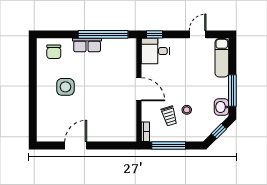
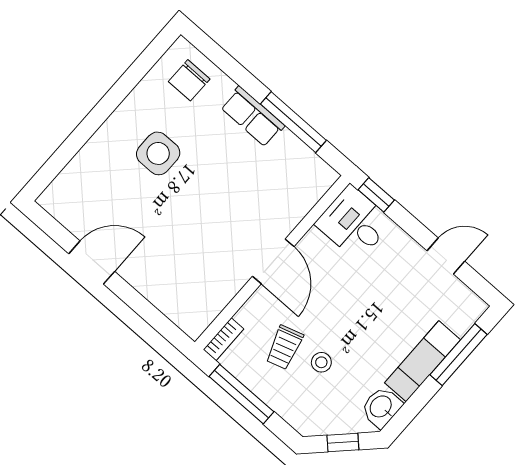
window: (103, 34) -> (293, 122), width x0.68
exam couch: (222, 58) -> (422, 361), moved
window: (232, 90) -> (458, 355), moved

